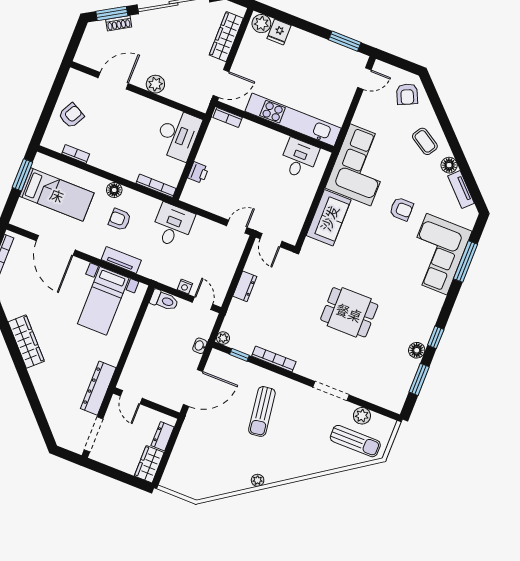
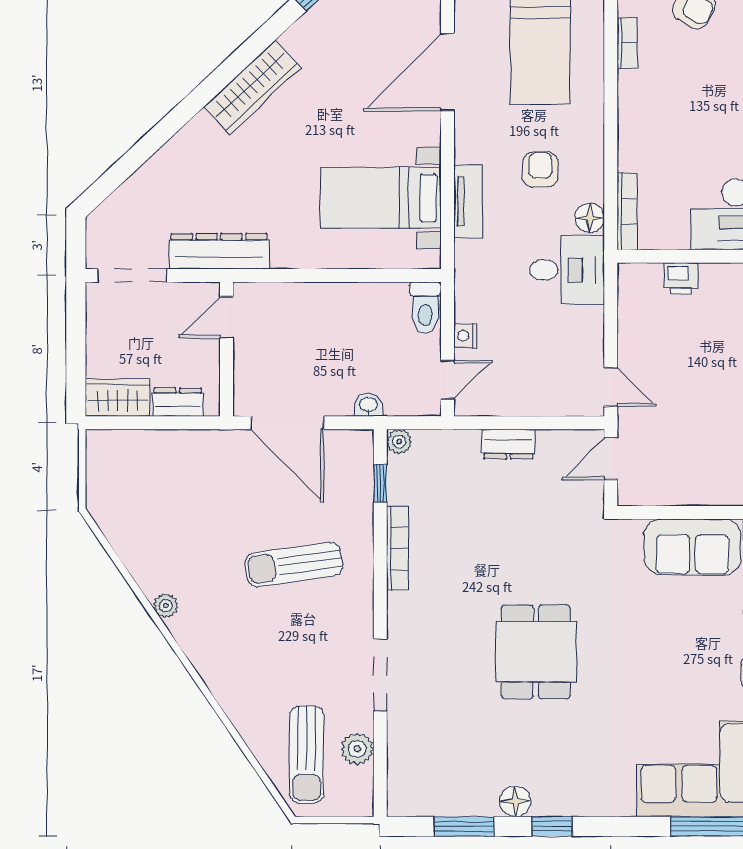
floor lamp: (114, 190) -> (590, 218), moved

